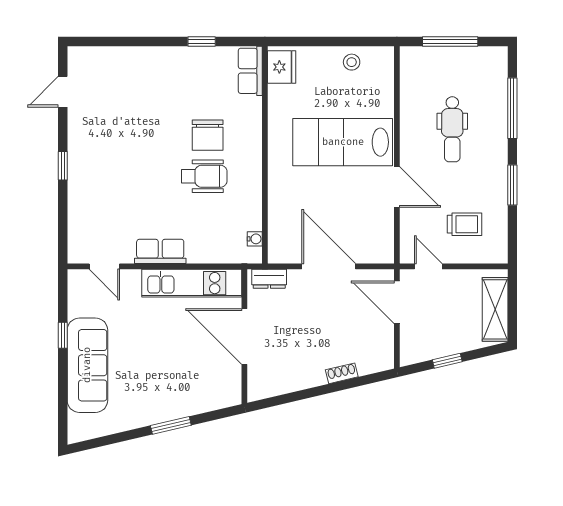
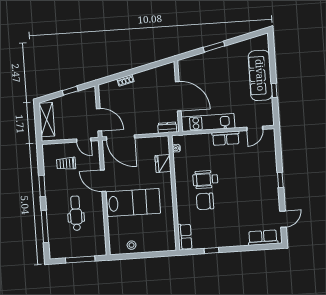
row of seats: (103, 59) -> (263, 238), added
fridge: (282, 67) -> (163, 163), moved
chair: (208, 135) -> (205, 201), turned -90
door: (104, 266) -> (255, 128), swing flipped
door: (329, 266) -> (120, 137), moved

